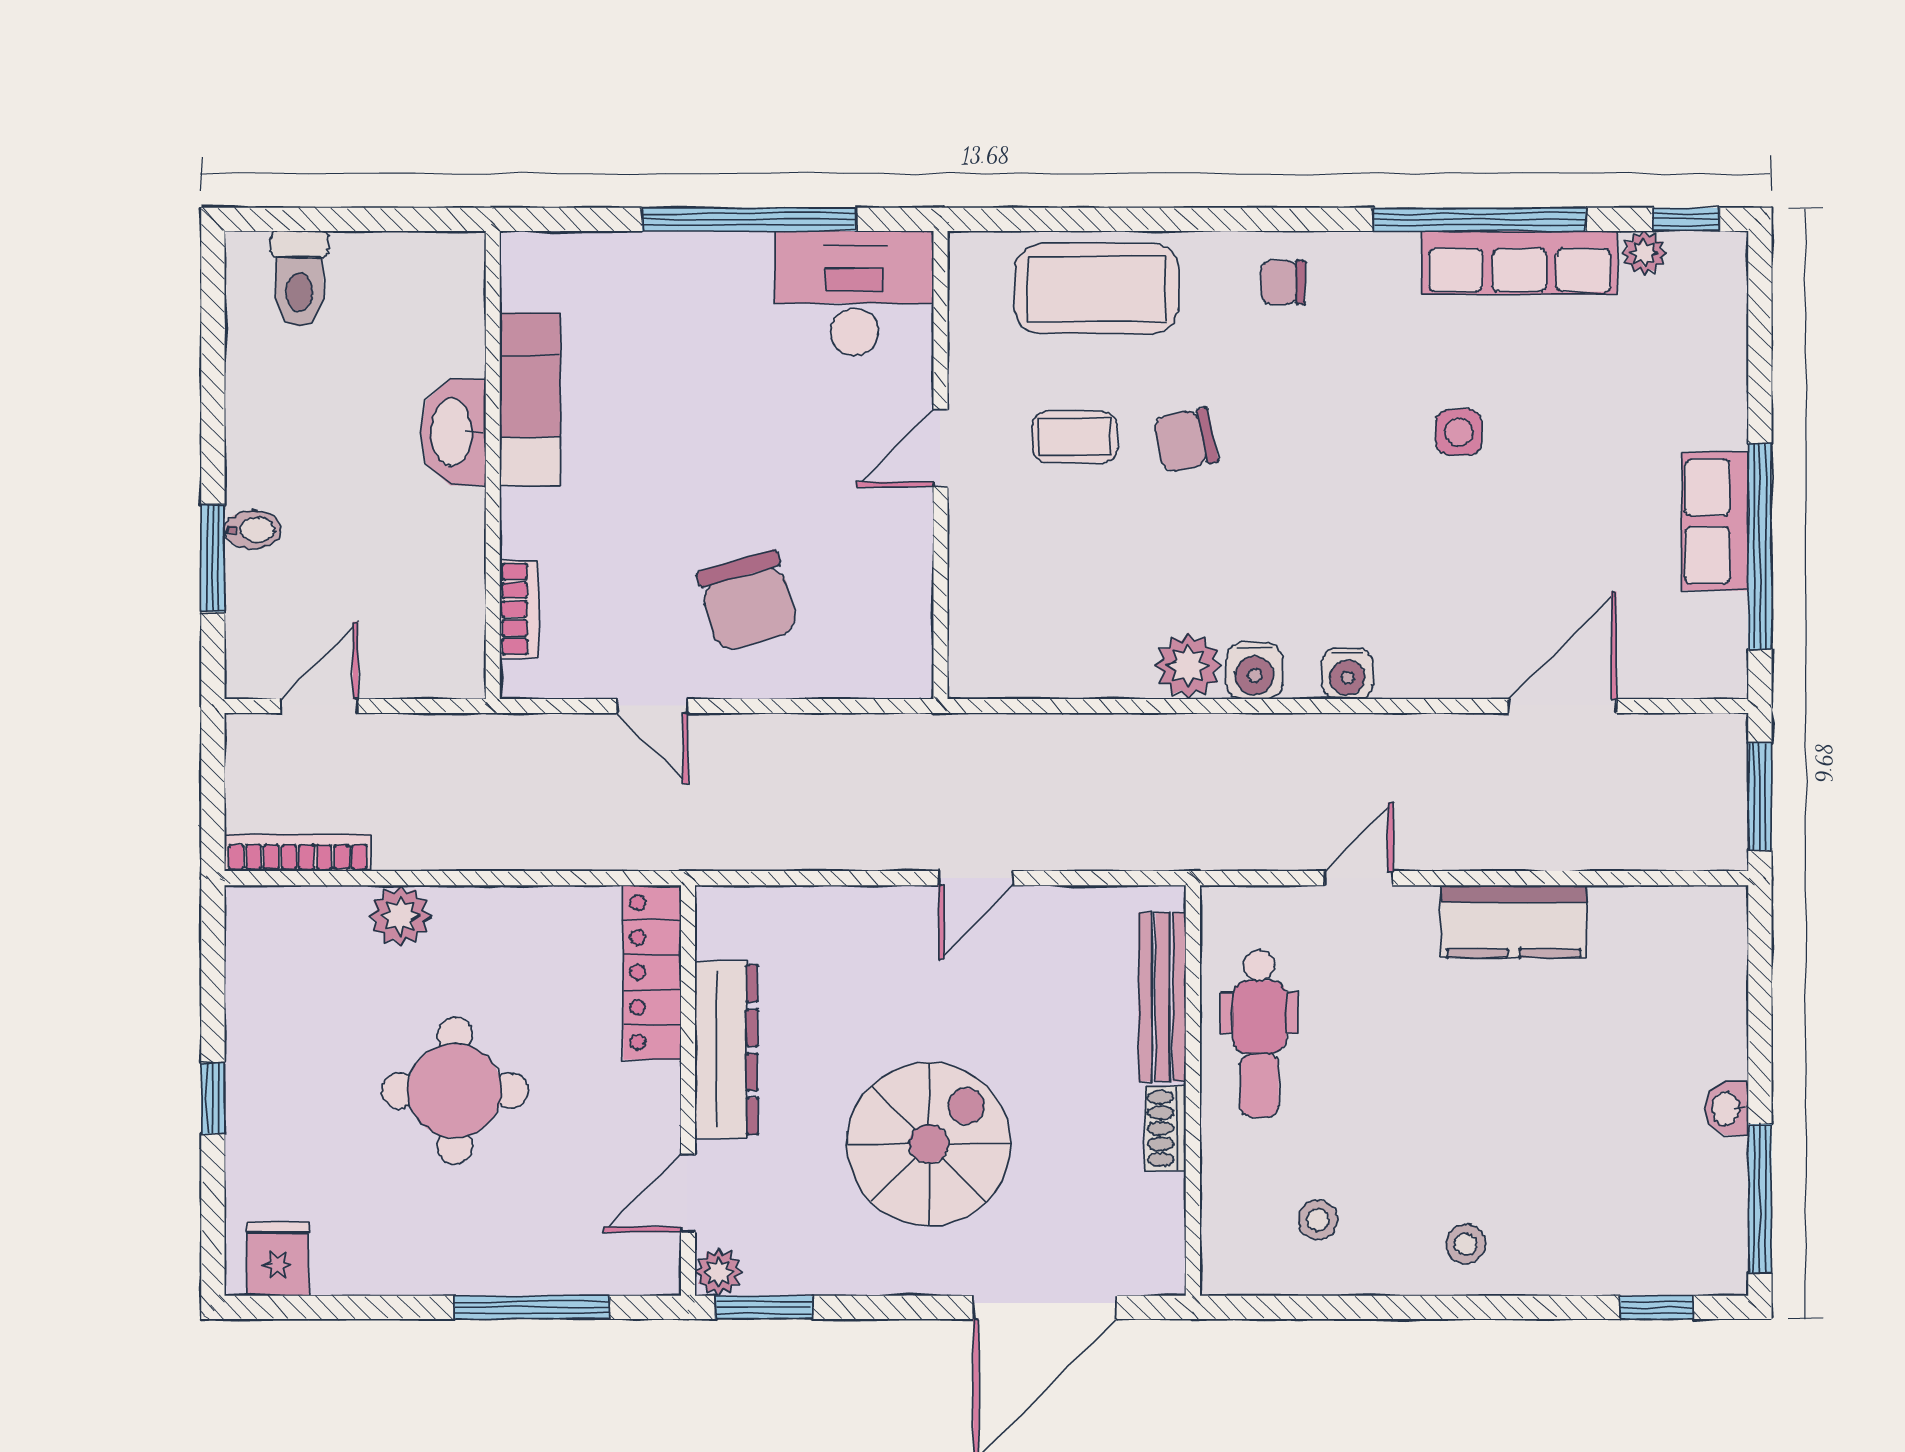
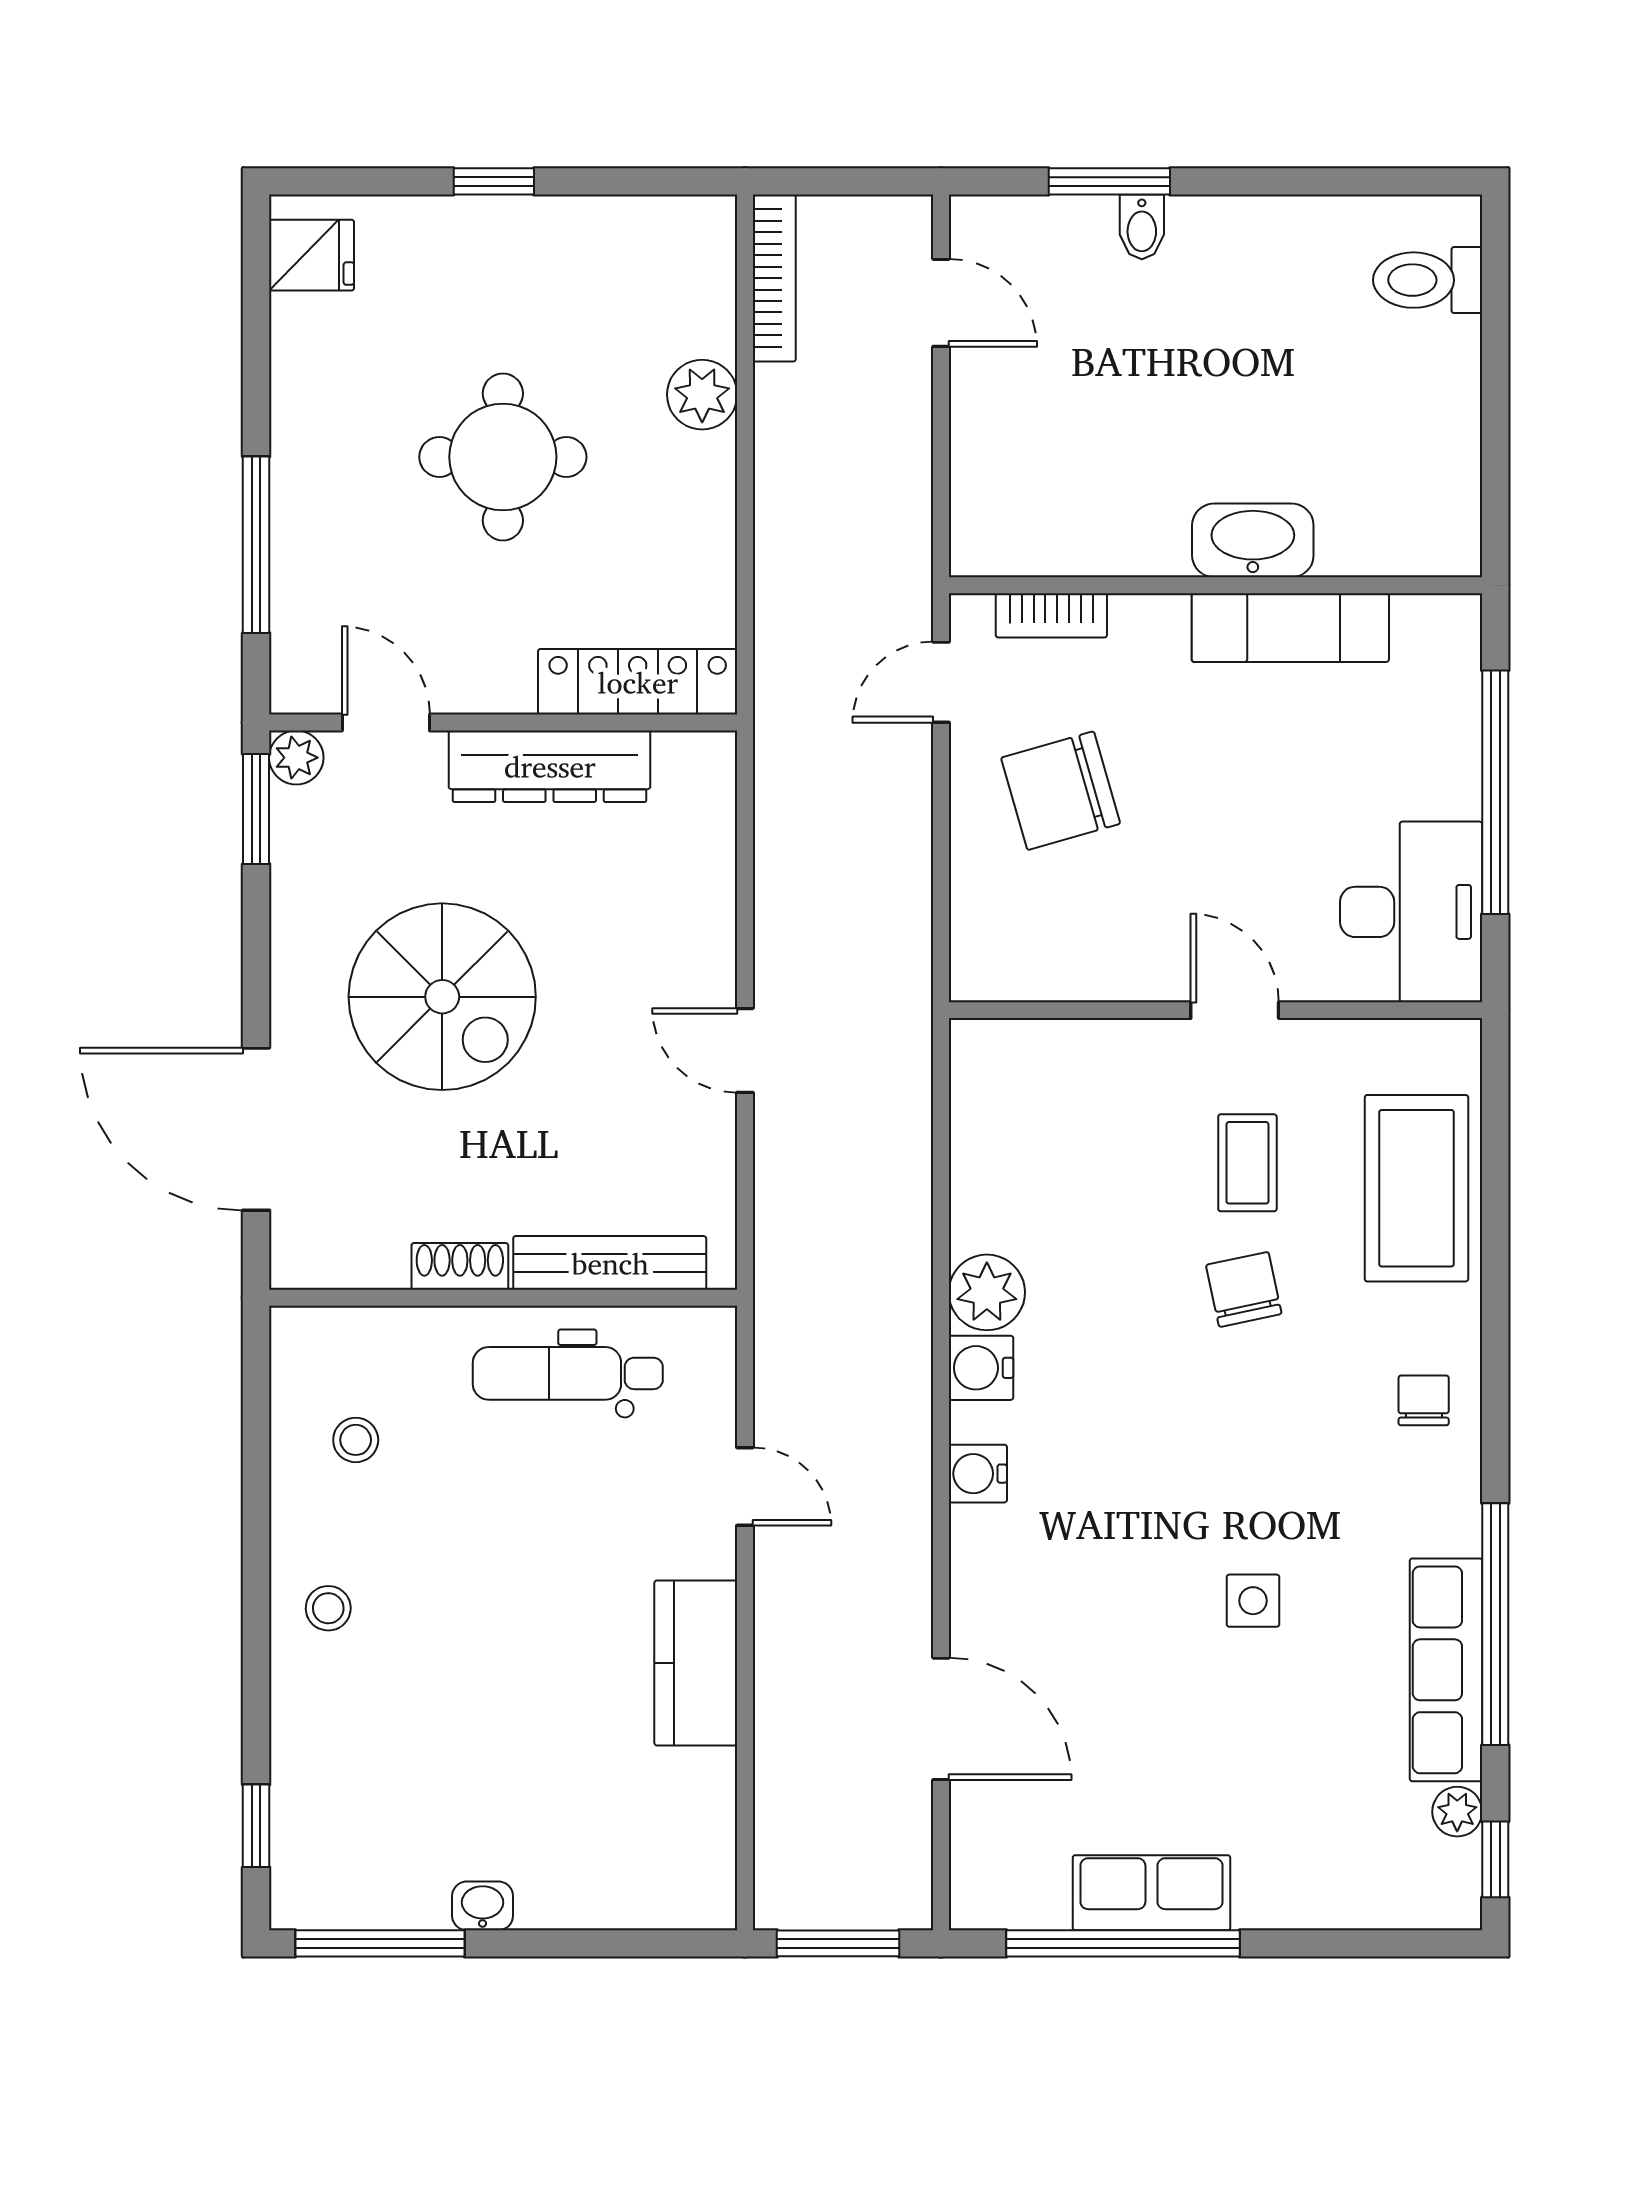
exam couch: (530, 399) -> (1290, 628), moved
washbasin: (453, 432) -> (1253, 540), moved
wall: (493, 465) -> (1216, 585), moved
bookcase: (519, 609) -> (1051, 615), moved

